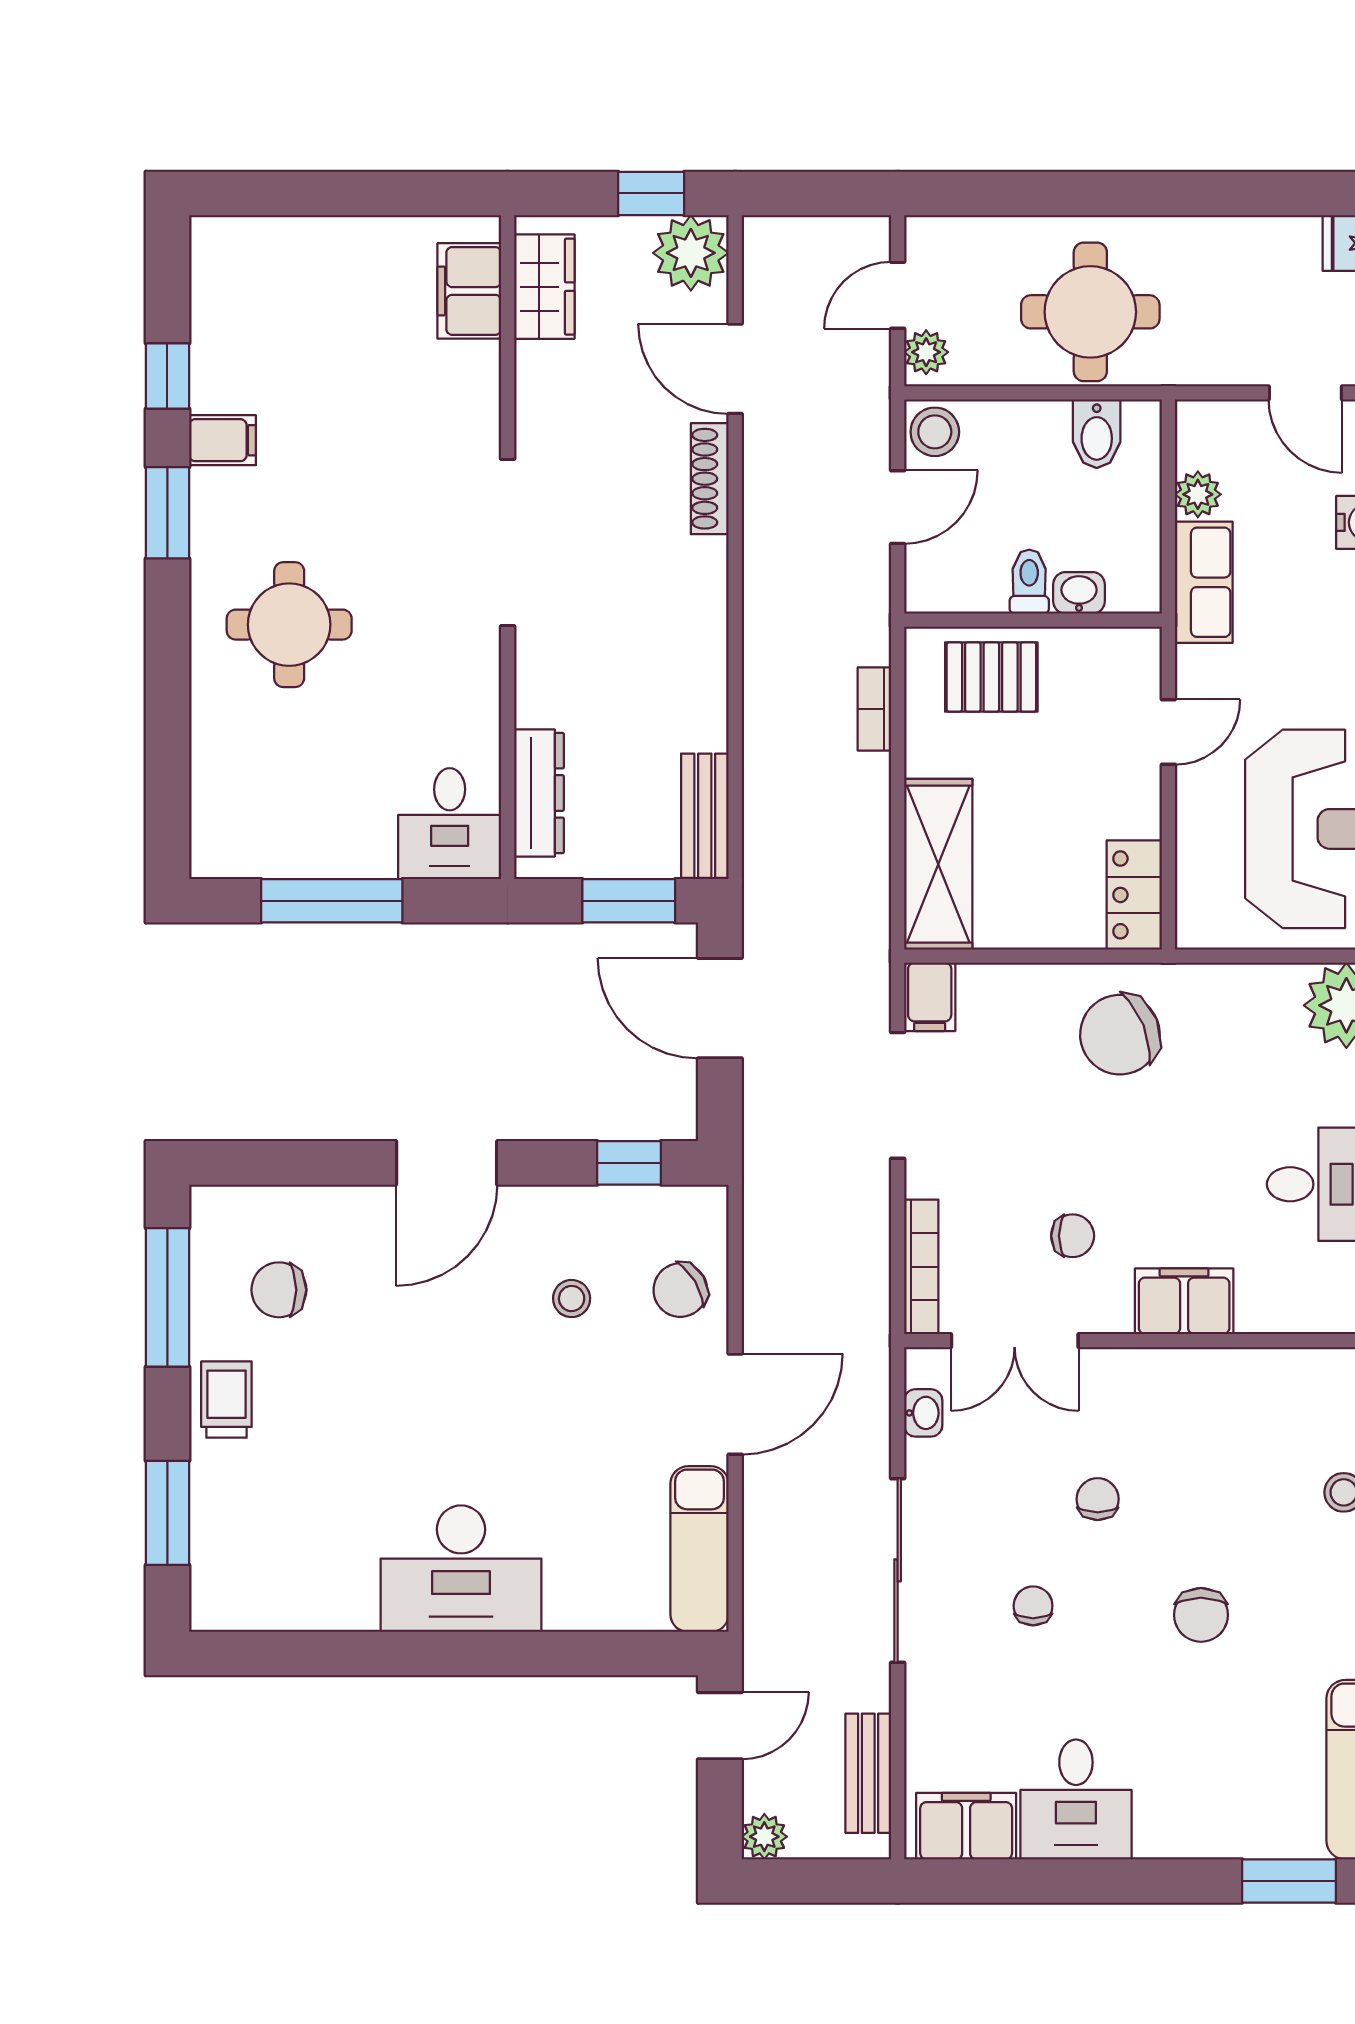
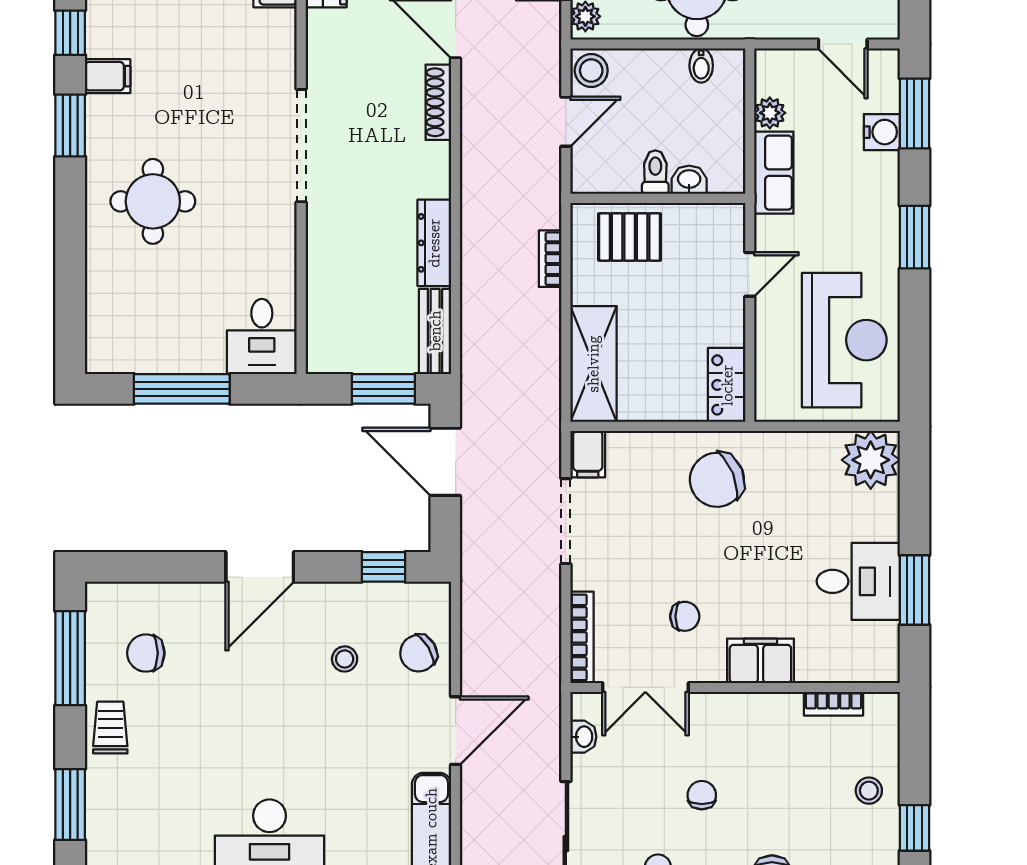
bidet: (1097, 434) -> (701, 66), width x0.72, depth x0.74
dresser: (539, 793) -> (434, 243), moved, turned 180
bookcase: (1292, 1364) -> (833, 704), added

